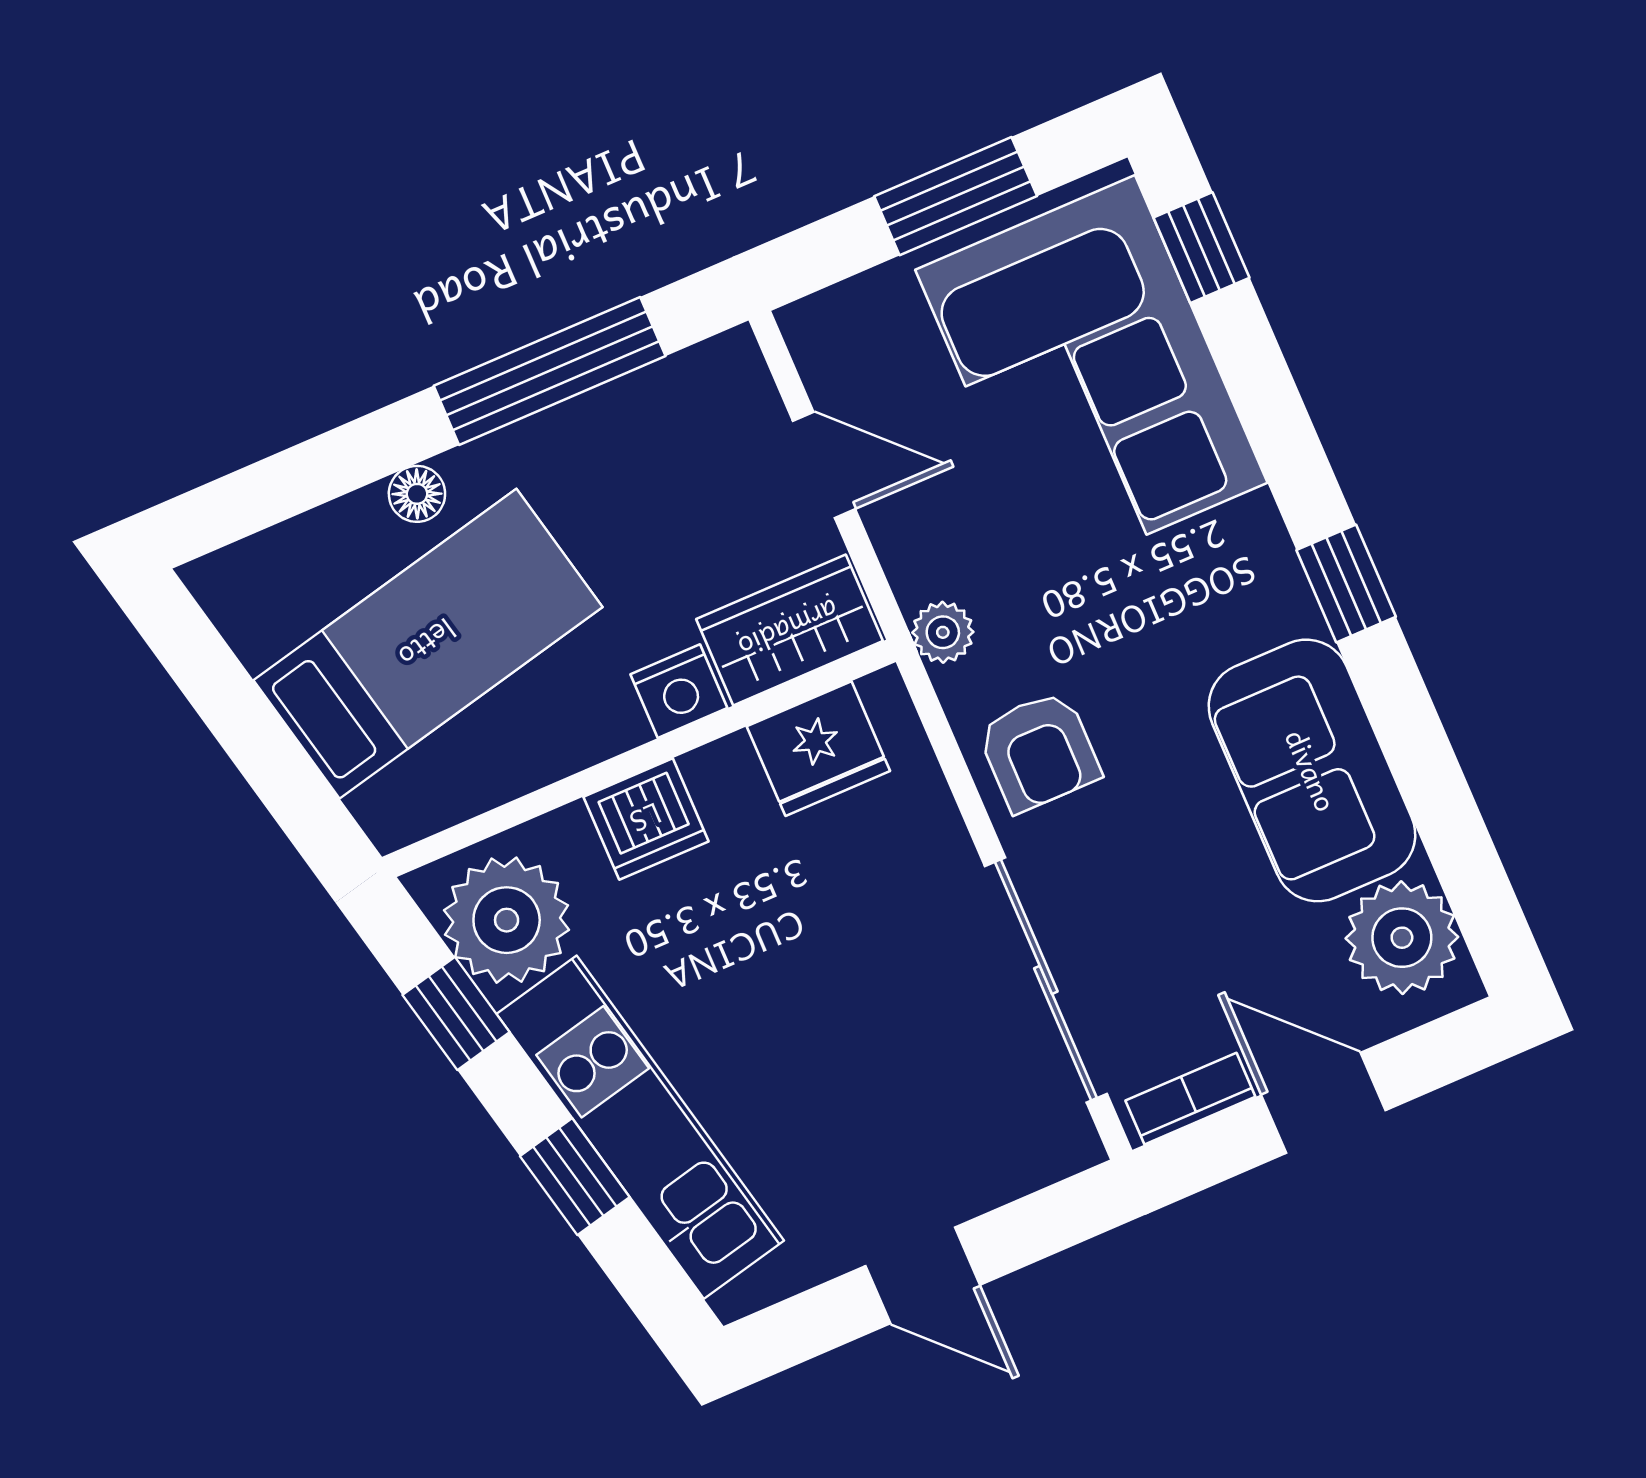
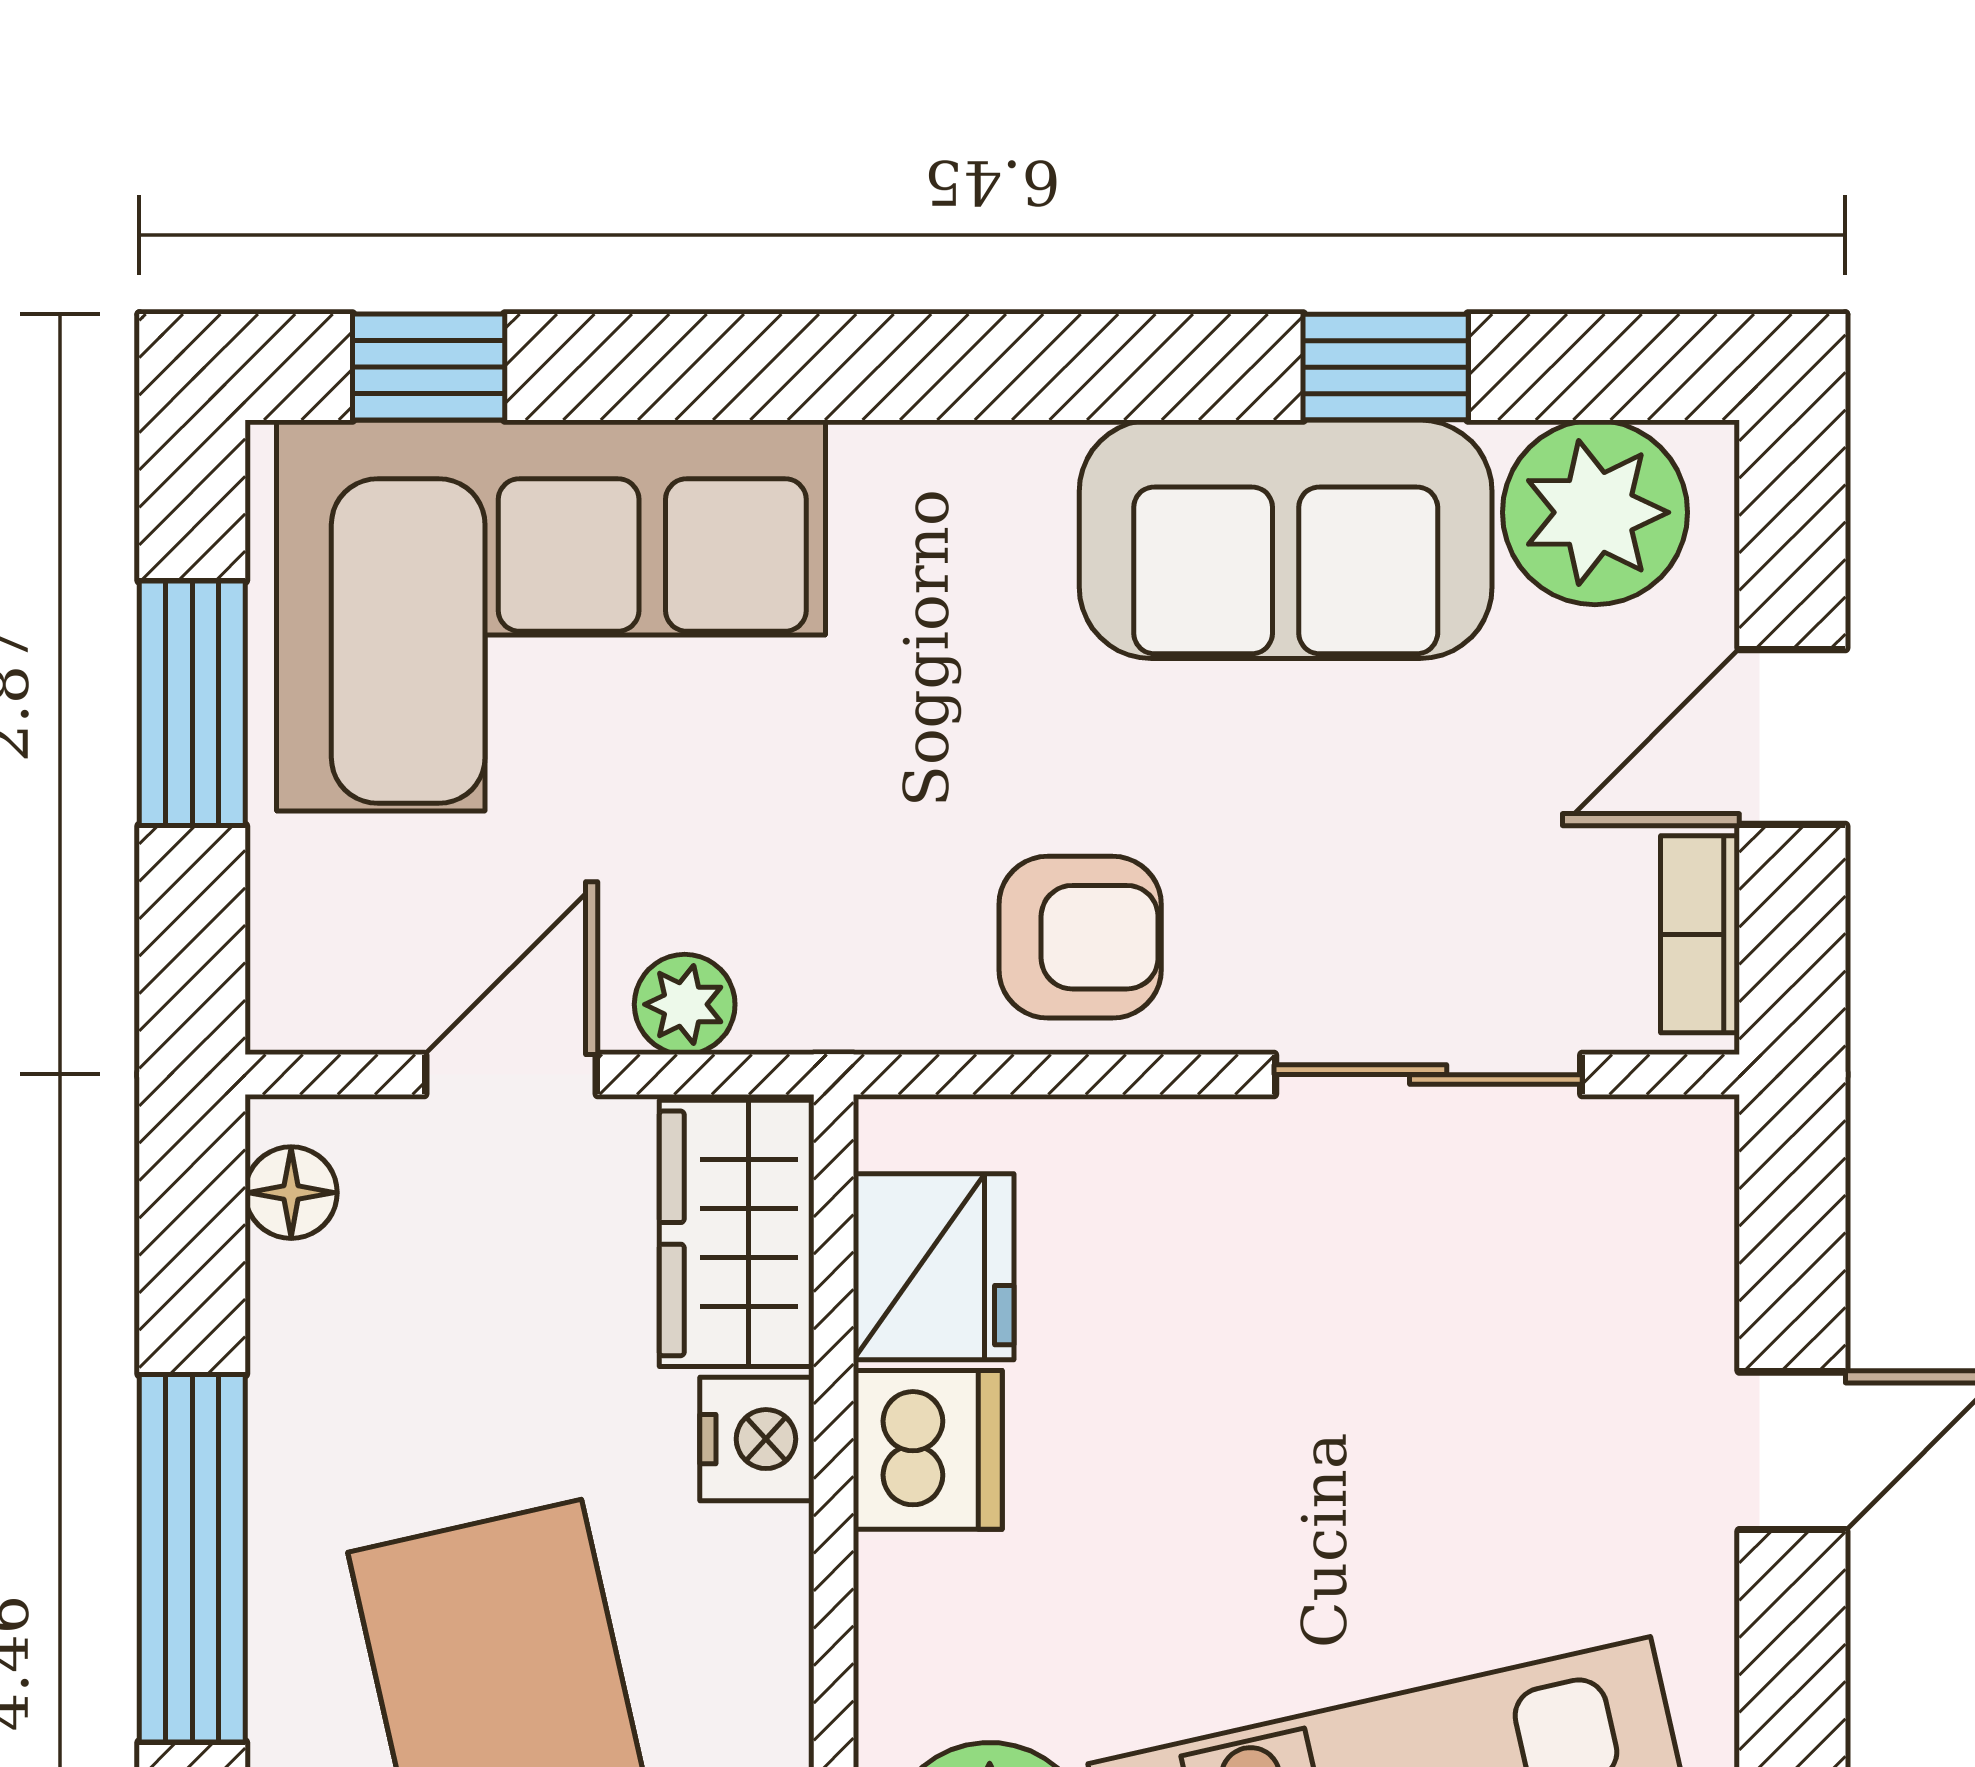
window: (550, 371) -> (192, 1558), moved
floor lamp: (417, 494) -> (291, 1193), moved
window: (1346, 583) -> (1386, 367), moved
plant: (943, 632) -> (685, 1004), moved
dishwasher: (646, 819) -> (928, 1450), moved
sliding door: (1046, 980) -> (1428, 1075), width x0.73

